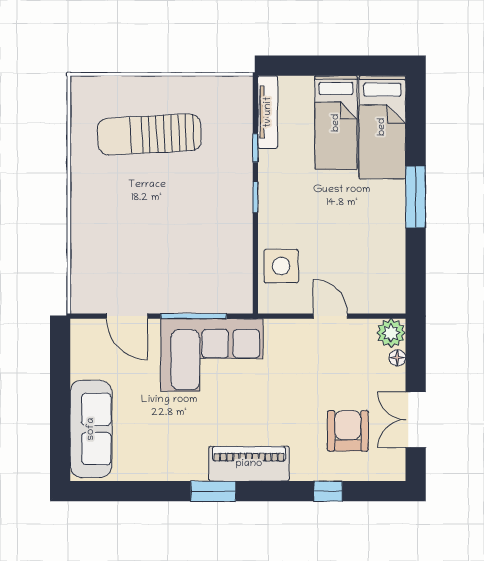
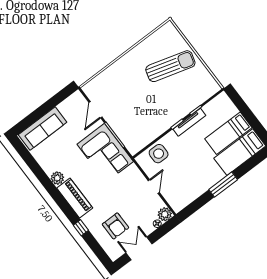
tv unit: (268, 112) -> (189, 122), moved
sun lounger: (149, 135) -> (170, 66), turned 109
armchair: (348, 431) -> (115, 226), turned 90
plant: (193, 467) -> (57, 178), added
window: (213, 491) -> (54, 192), removed
window: (328, 491) -> (81, 228), moved

